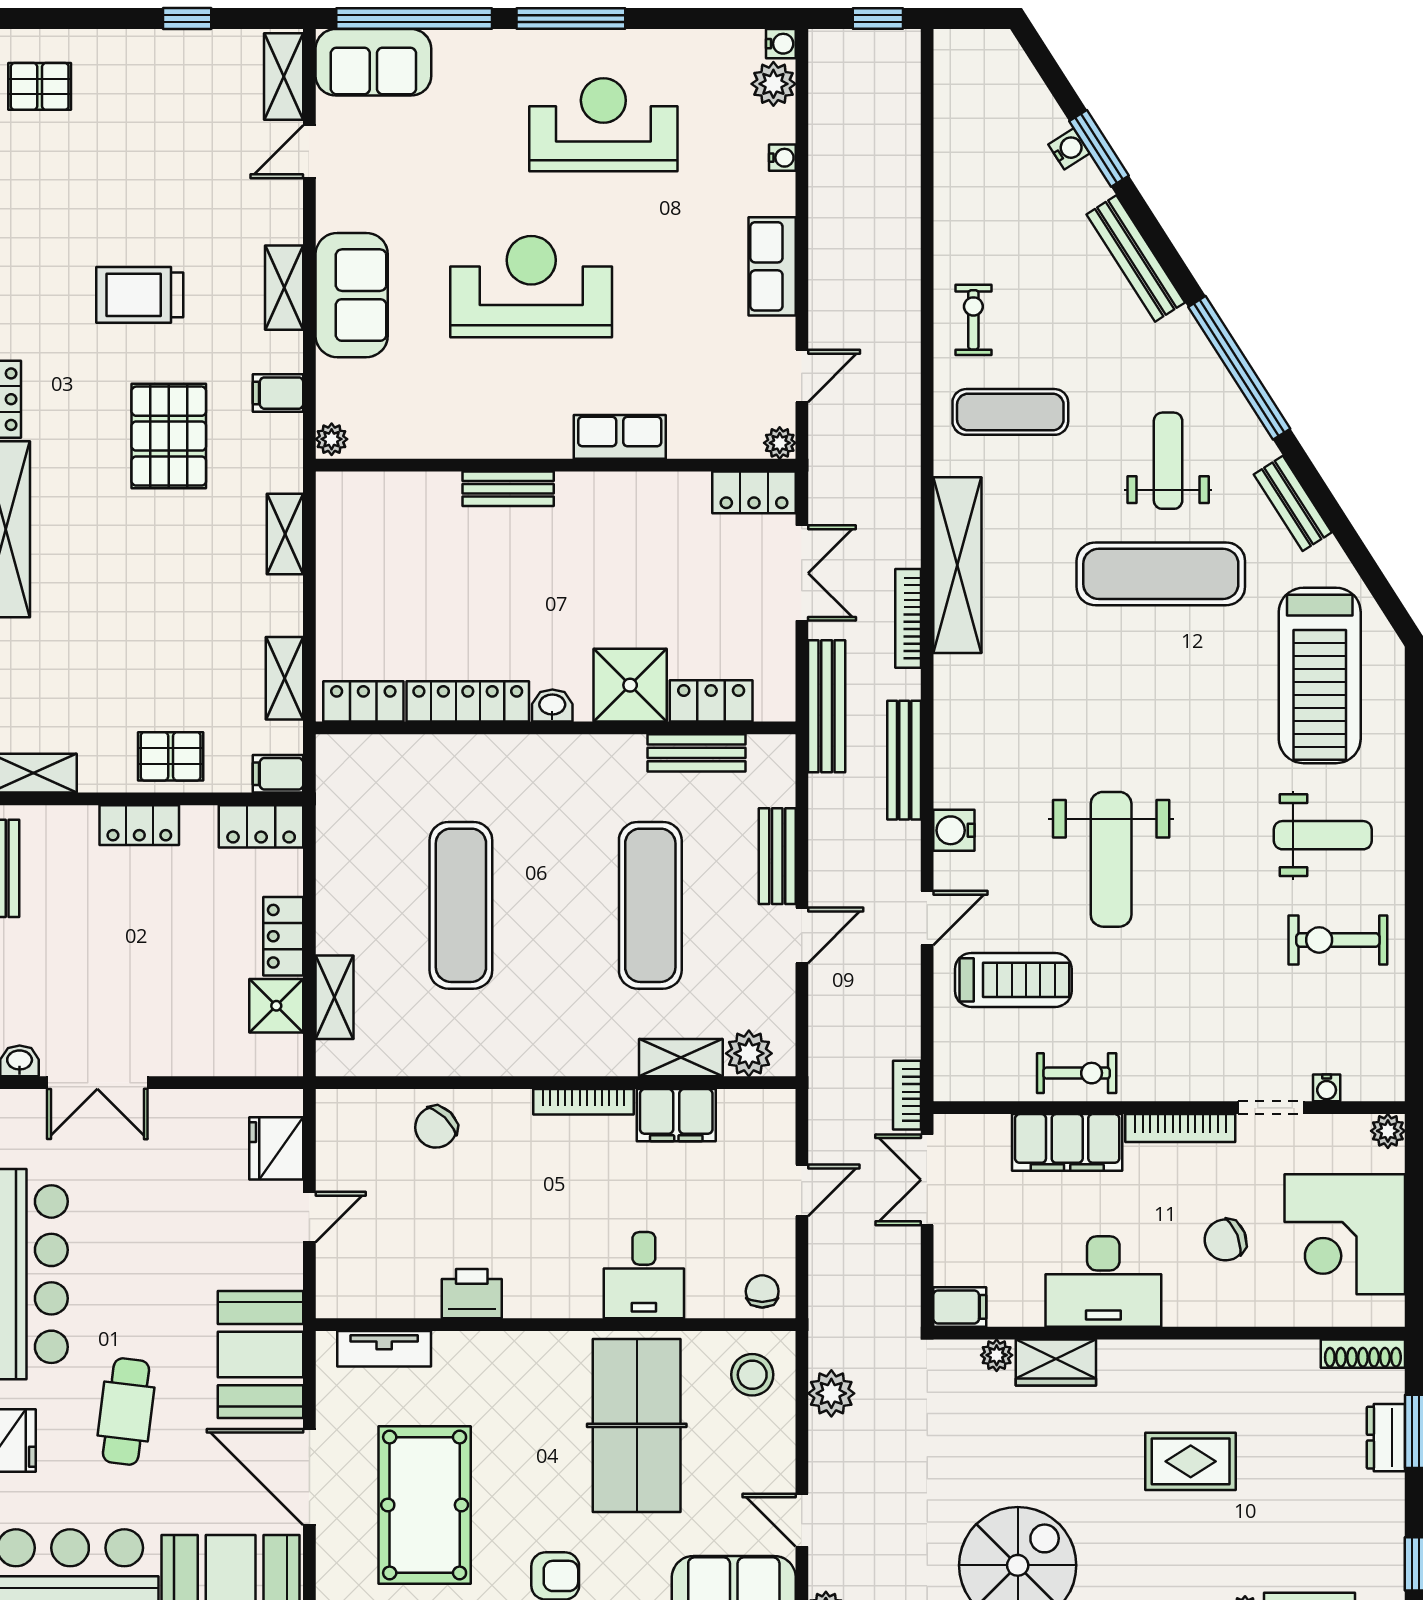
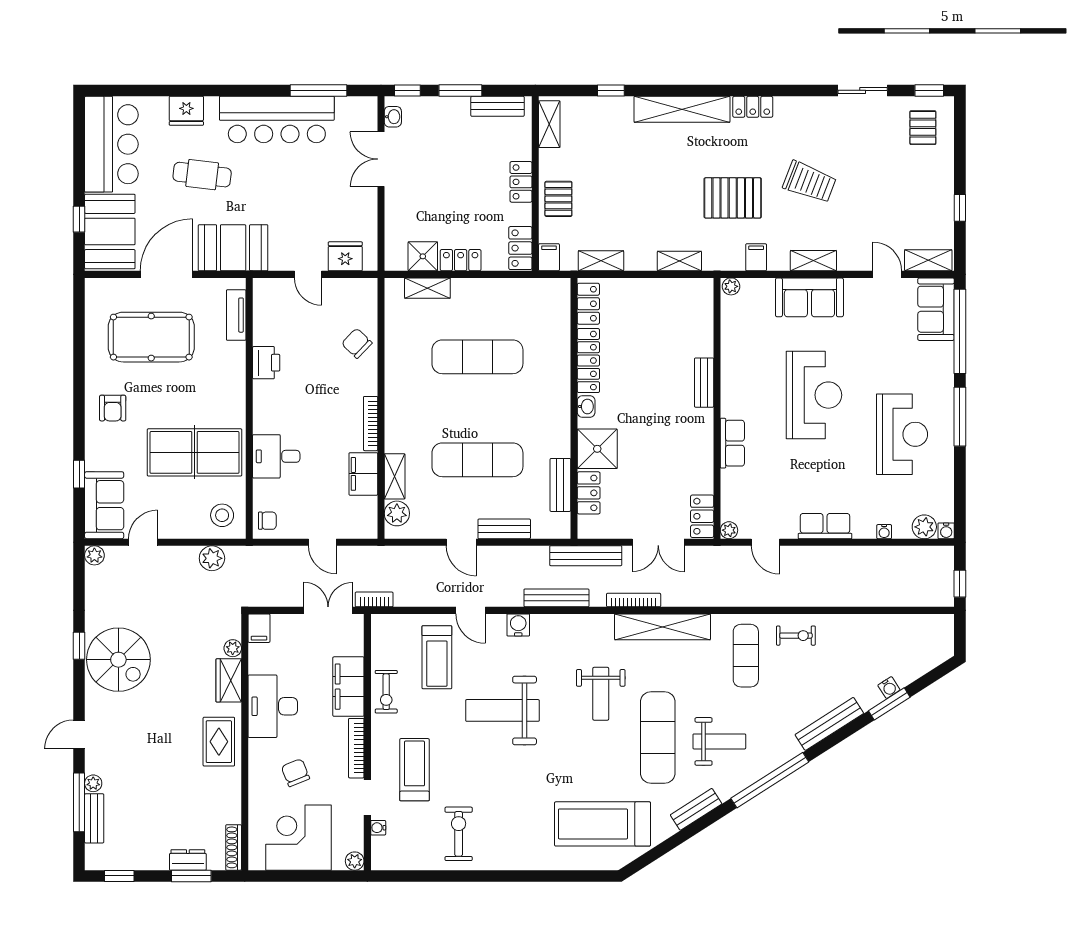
trolley: (140, 295) -> (810, 182), turned 111
weight bench: (1323, 835) -> (601, 694), moved
treadmill: (1220, 1021) -> (414, 770), added
rug: (1191, 1461) -> (219, 742), moved

